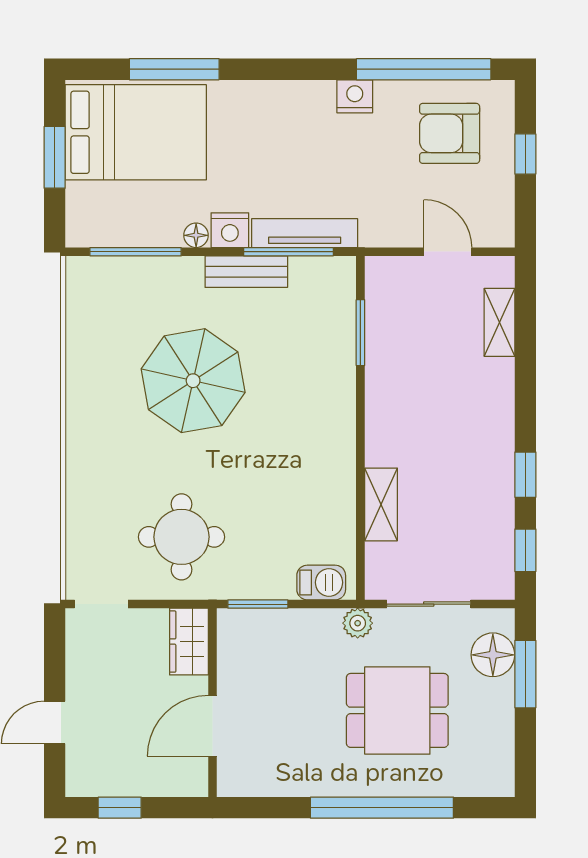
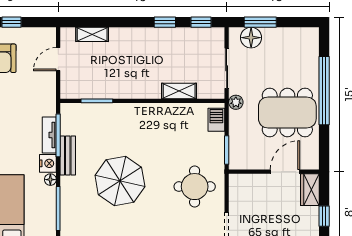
tv unit: (305, 233) -> (49, 135), width x0.71
wardrobe: (189, 642) -> (310, 190), moved, turned 90
dining table: (397, 710) -> (287, 112), moved, width x1.38
door: (212, 726) -> (285, 172), swing flipped

